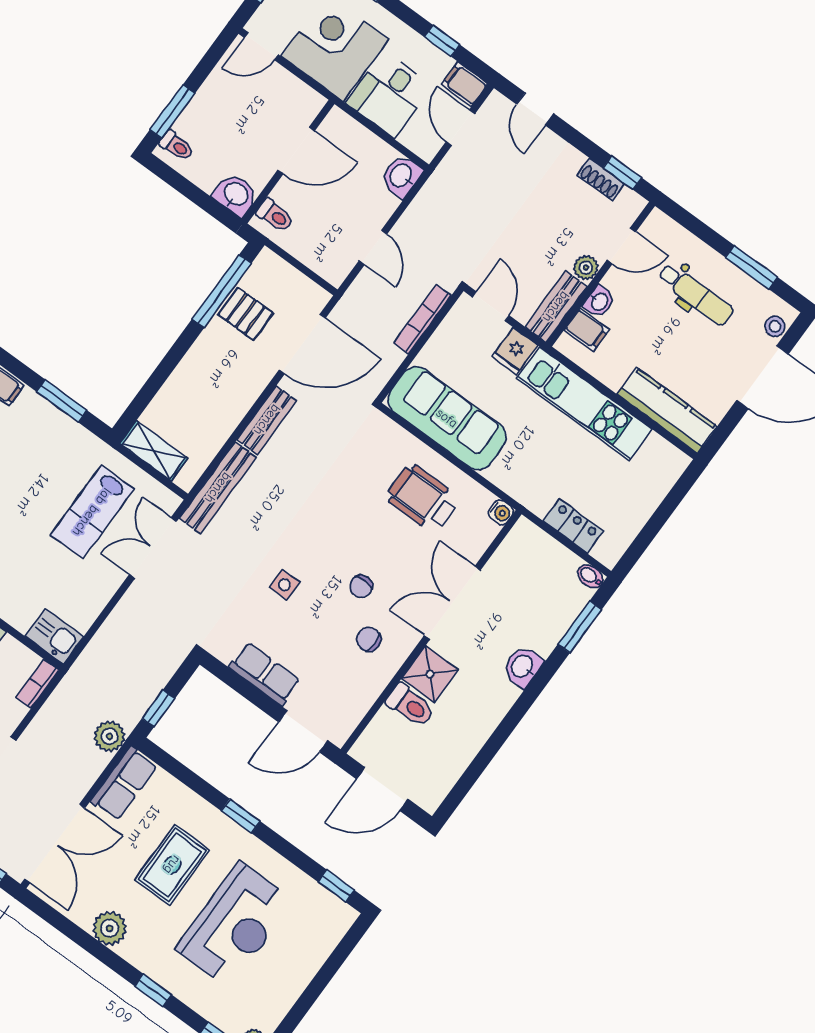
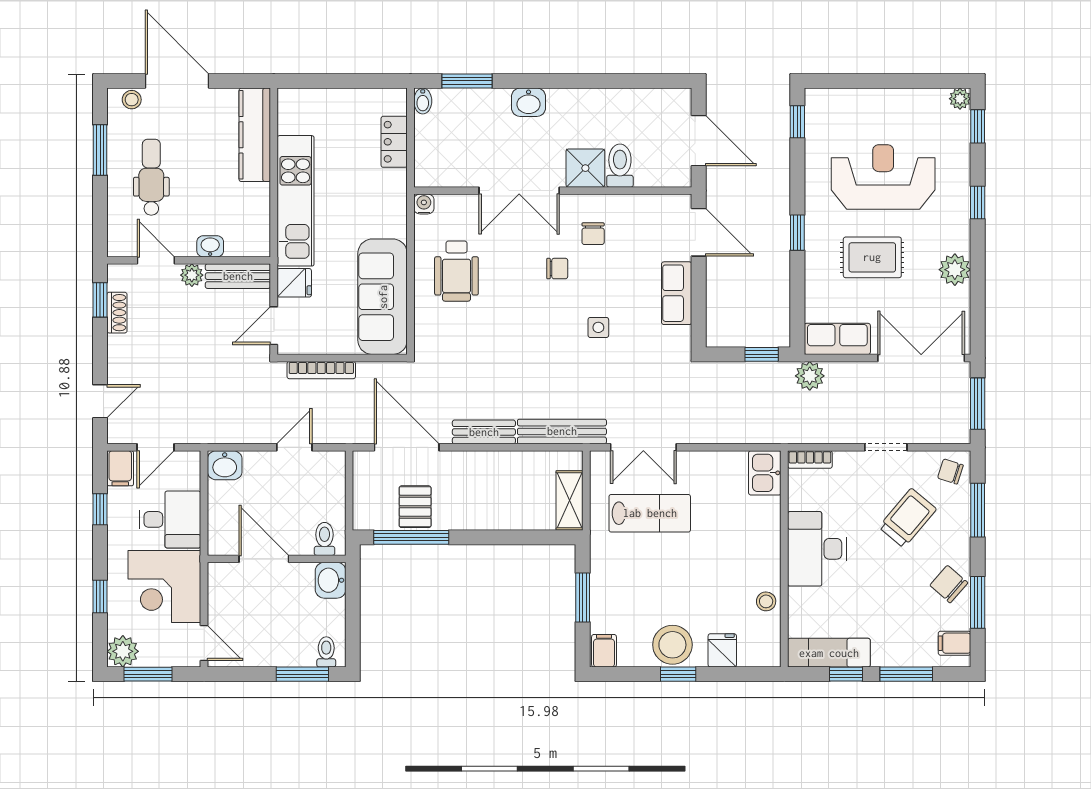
filing cabinet: (587, 330) -> (238, 240), removed

